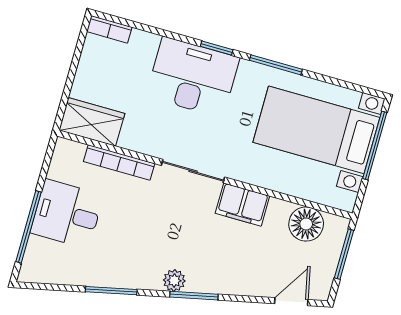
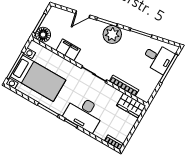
filing cabinet: (242, 205) -> (68, 50), moved
desk: (67, 214) -> (158, 58), moved
floor lamp: (306, 224) -> (43, 35), moved
plant: (174, 280) -> (112, 34), width x1.88, depth x1.88
door: (291, 302) -> (83, 14), moved

